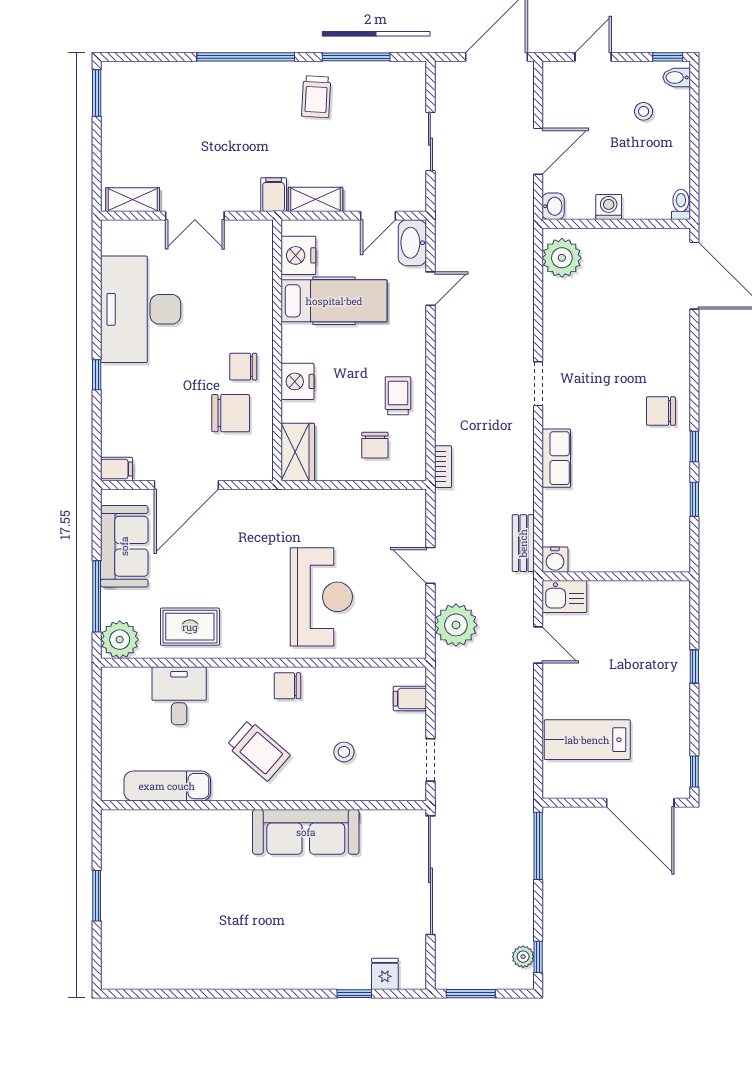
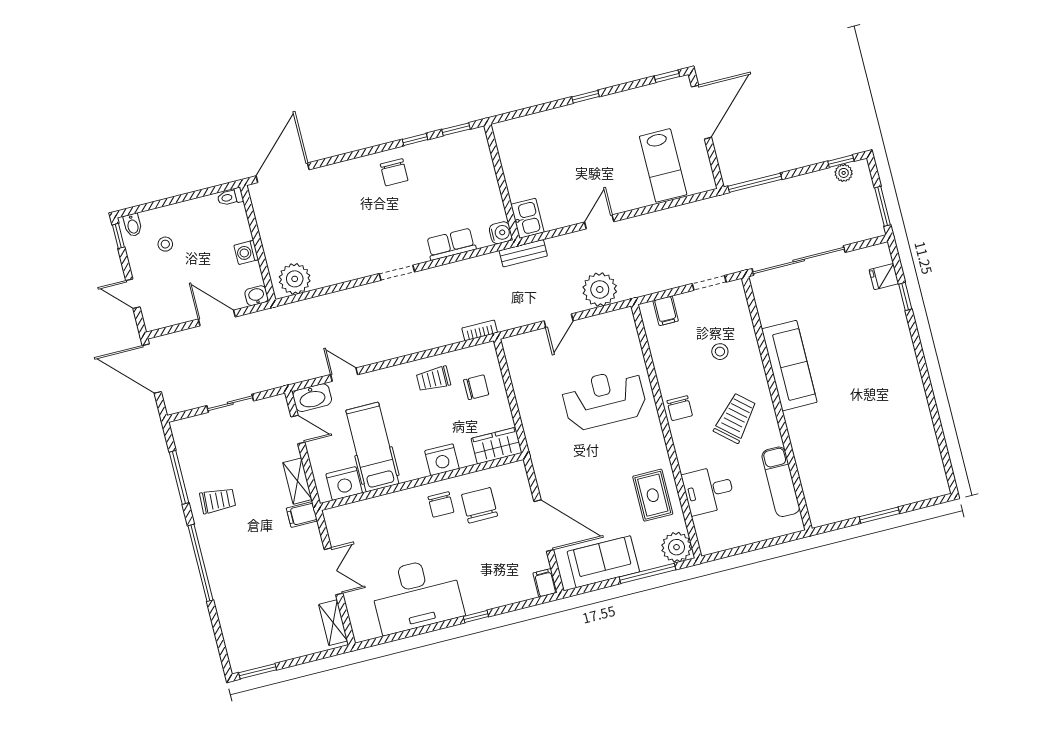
water cooler: (555, 560) -> (501, 233), moved
wall: (616, 576) -> (502, 182), moved
kitchen sink: (564, 597) -> (527, 218), moved

